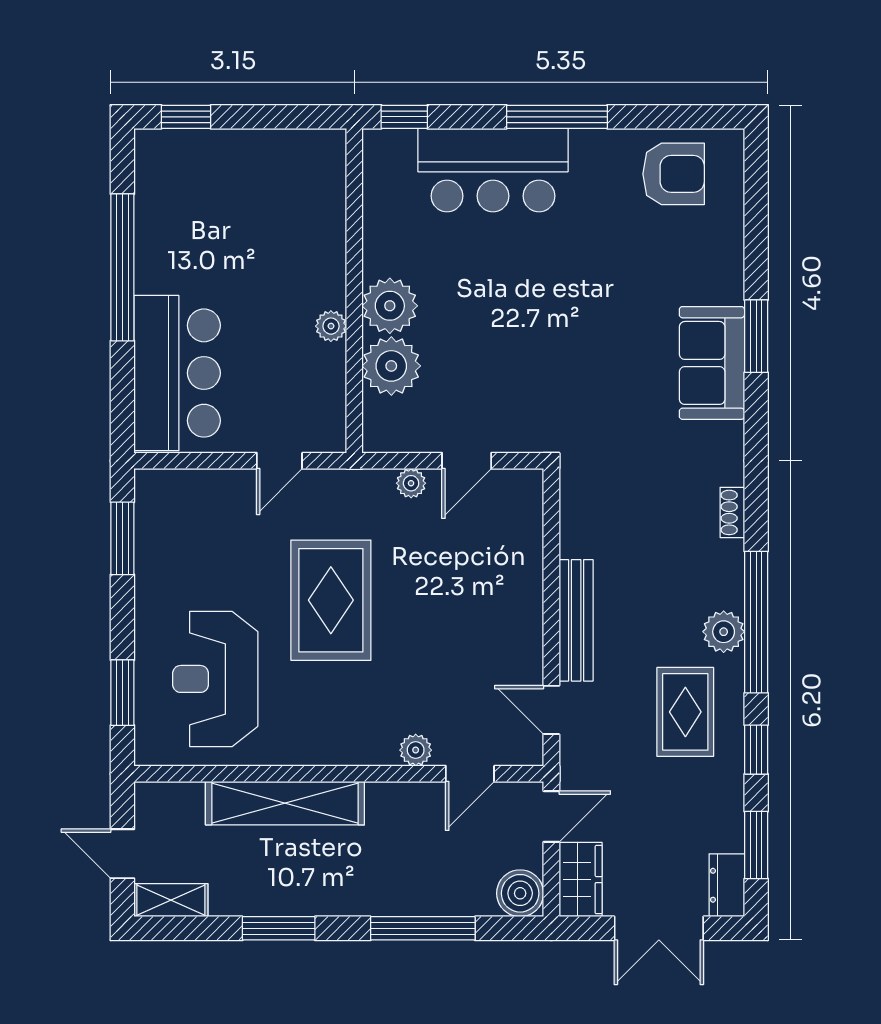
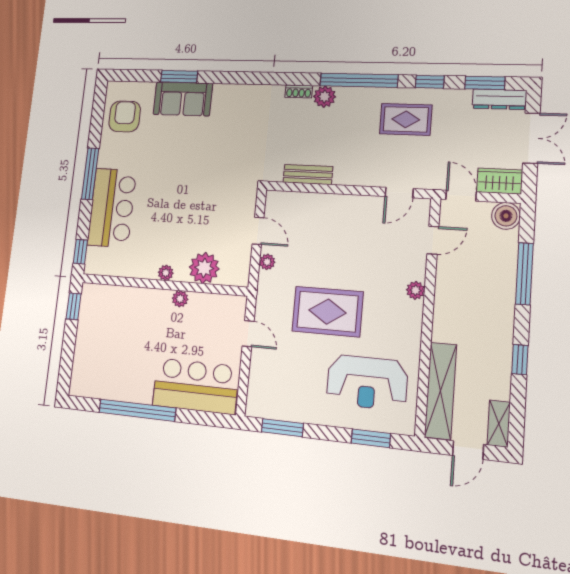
window: (186, 117) -> (74, 306), moved
plant: (390, 306) -> (166, 273), width x0.53, depth x0.53
window: (756, 336) -> (179, 77), moved
sofa: (712, 363) -> (183, 99), moved
bench: (576, 620) -> (308, 174), moved, width x0.73
plant: (724, 632) -> (325, 97), moved
plant: (416, 750) -> (416, 290), moved
door: (470, 774) -> (433, 240), hinge flipped
shelving: (285, 803) -> (441, 391), moved
dresser: (727, 885) -> (499, 99), width x1.44
window: (279, 928) -> (520, 360), width x0.67

